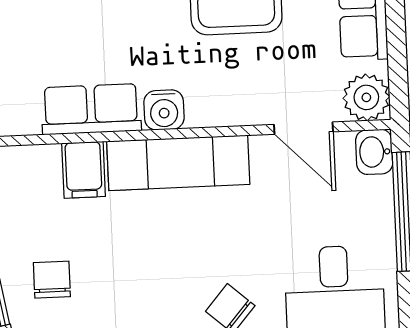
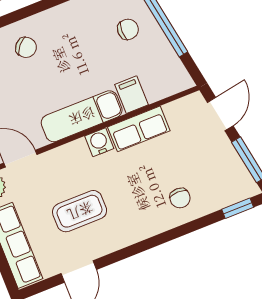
chair: (52, 280) -> (128, 29), turned -90

